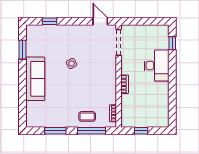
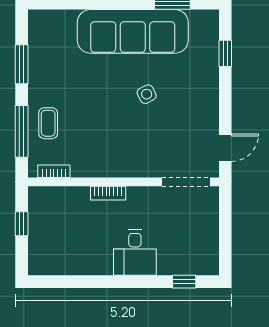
desk: (157, 66) -> (135, 253), width x0.73
sofa: (35, 79) -> (133, 31), width x1.36, depth x1.27

